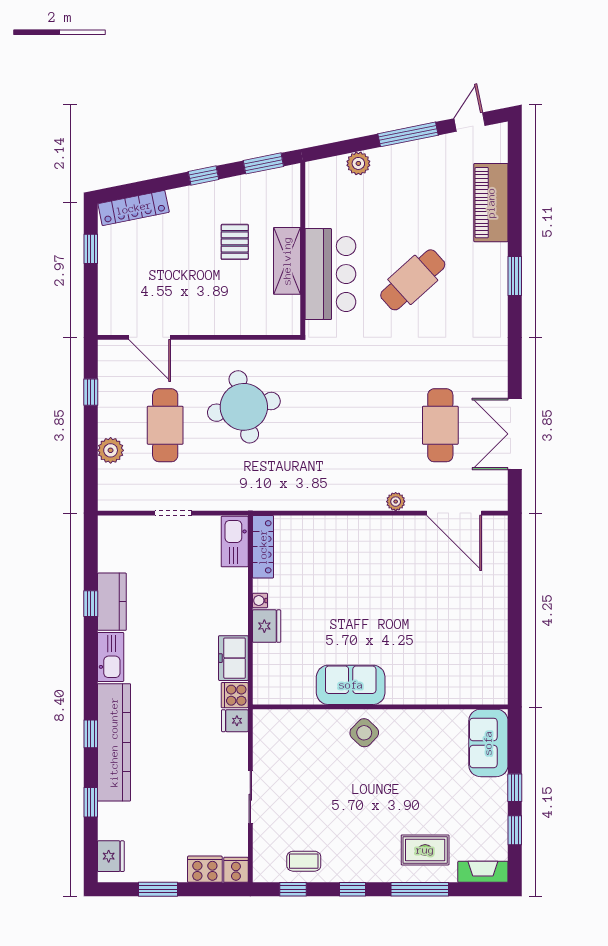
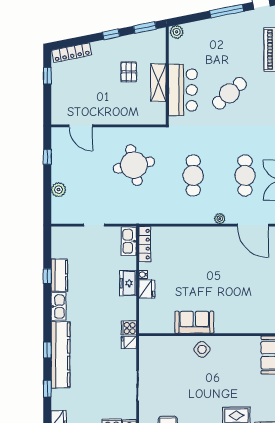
plant: (358, 163) -> (177, 32), moved
cafe table: (165, 425) -> (193, 175), moved
freezer: (233, 658) -> (128, 283), moved

